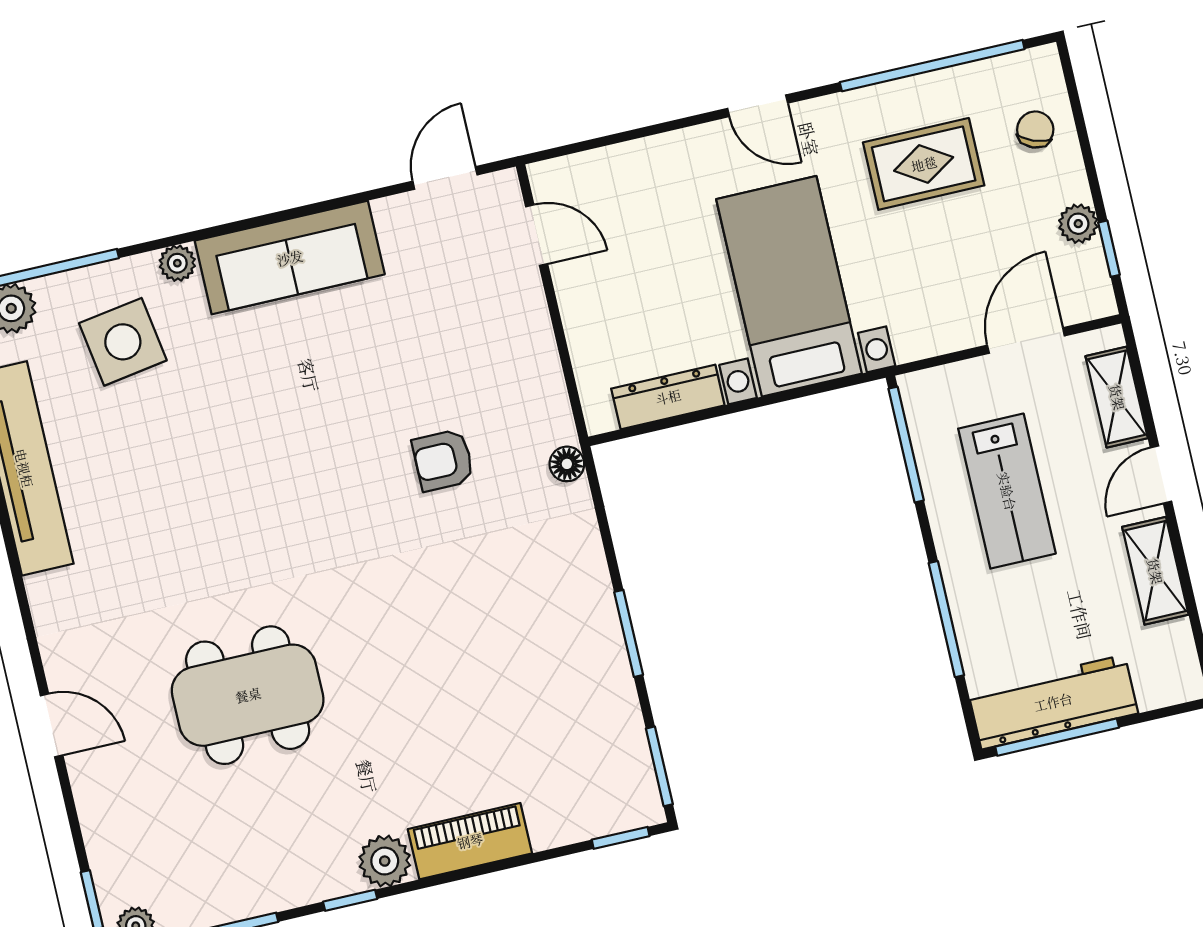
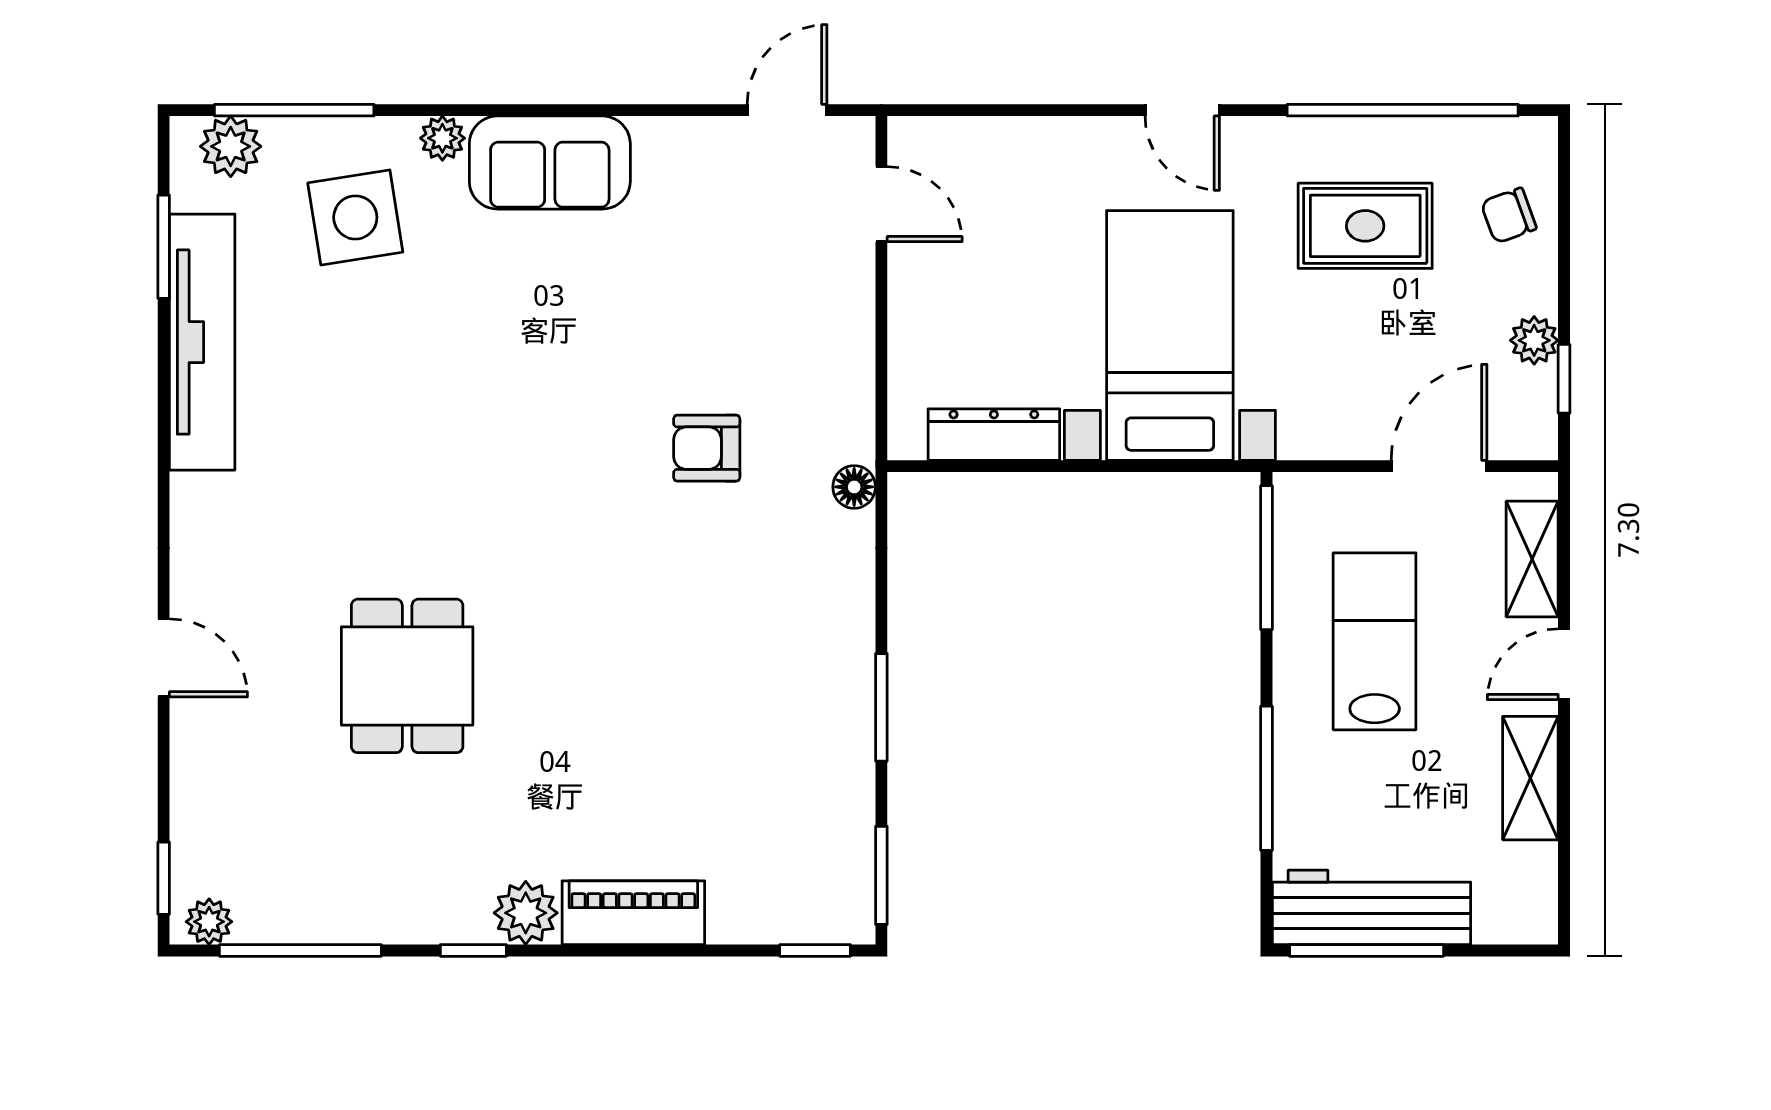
chair: (1035, 130) -> (1509, 216), turned -131
sofa: (290, 258) -> (550, 163), width x0.73
lab bench: (1007, 491) -> (1375, 641), turned 180
dining table: (248, 695) -> (407, 676), width x0.73

